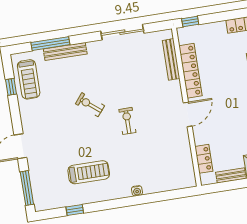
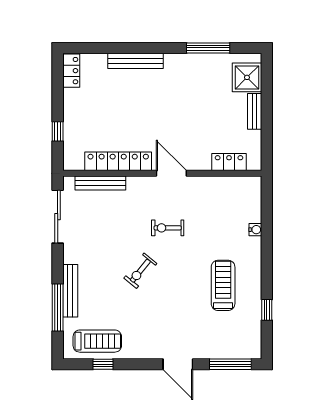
bench: (171, 59) -> (100, 183), moved
locker: (191, 71) -> (118, 161), moved
wall: (187, 107) -> (162, 173), moved
door: (188, 114) -> (171, 173), moved
locker: (204, 159) -> (229, 162), moved

